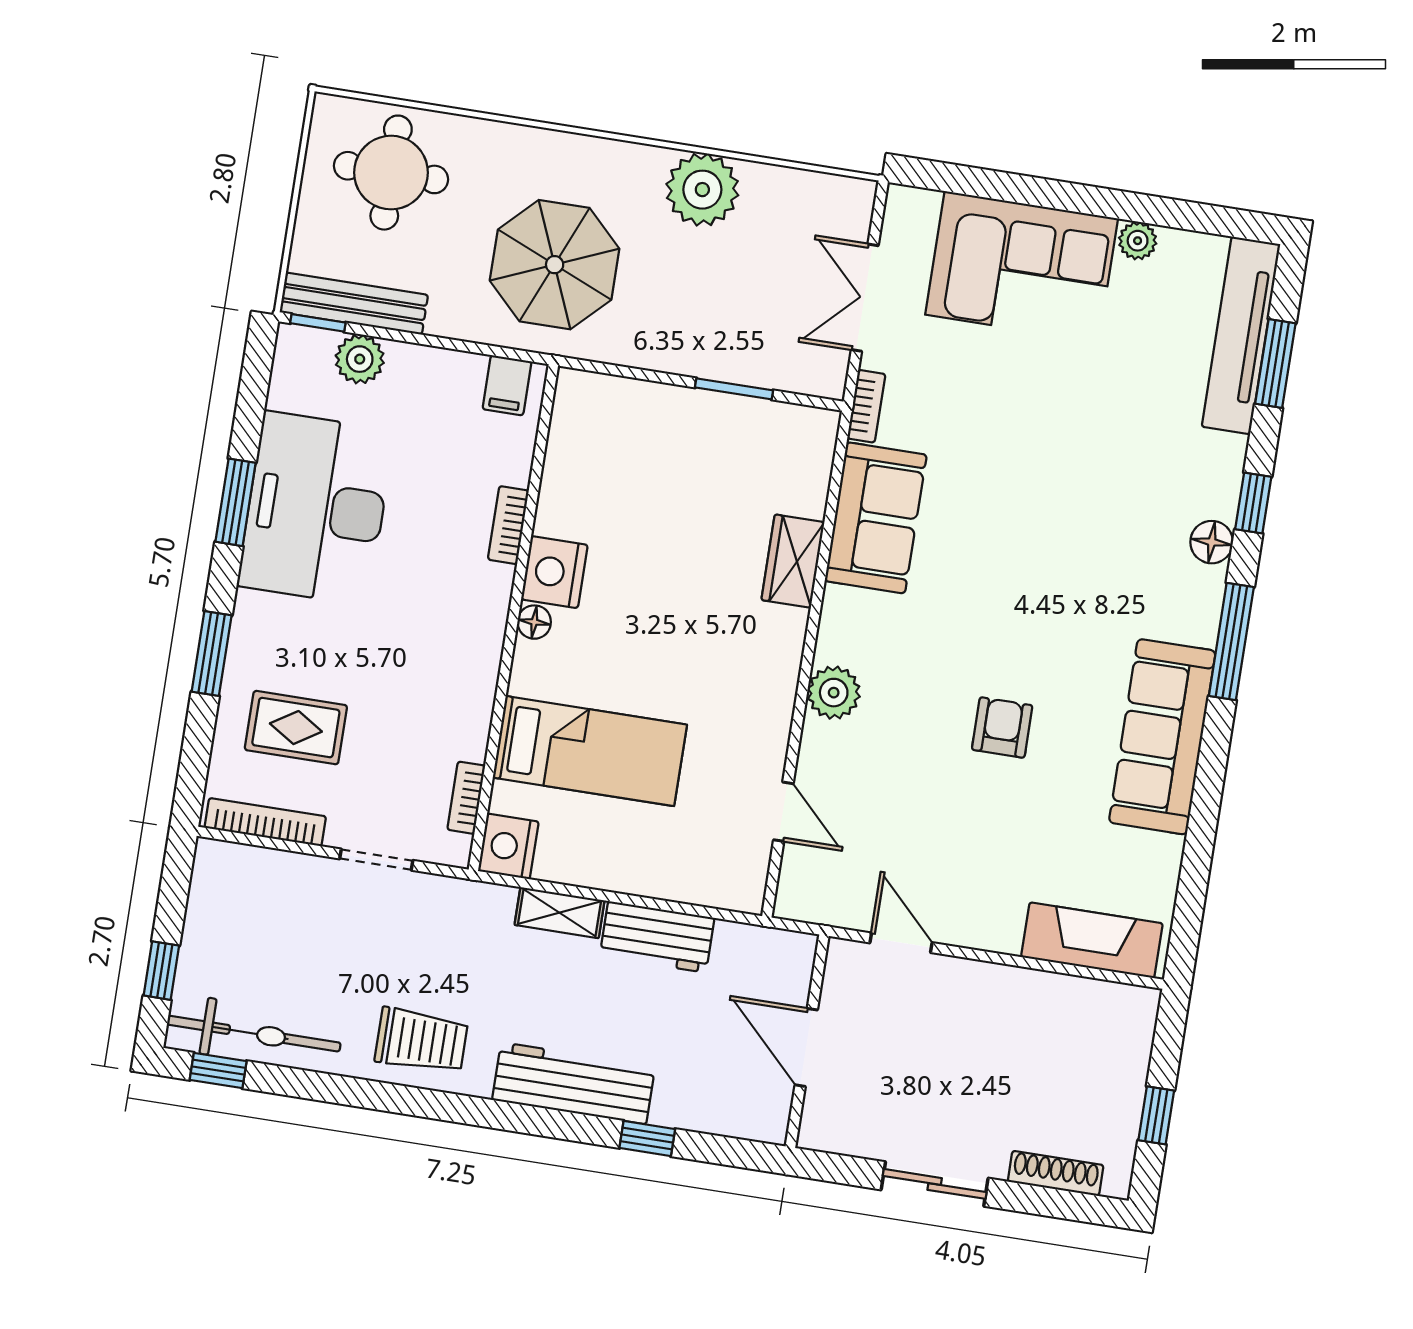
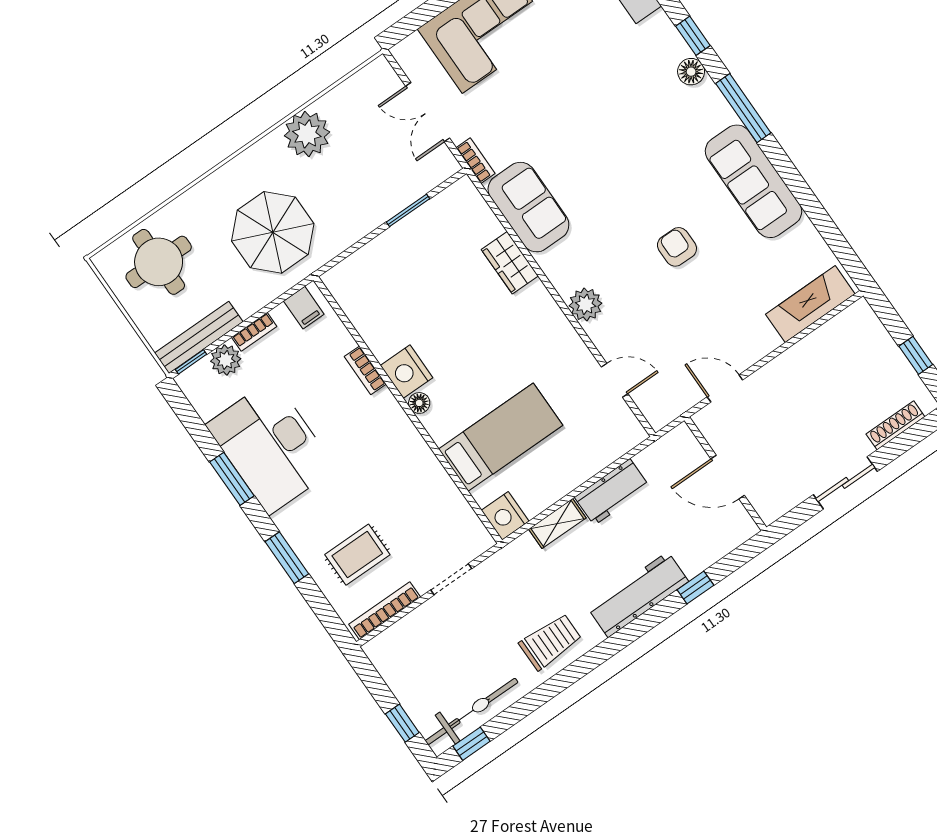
bookcase: (466, 798) -> (254, 332), moved, turned -90

